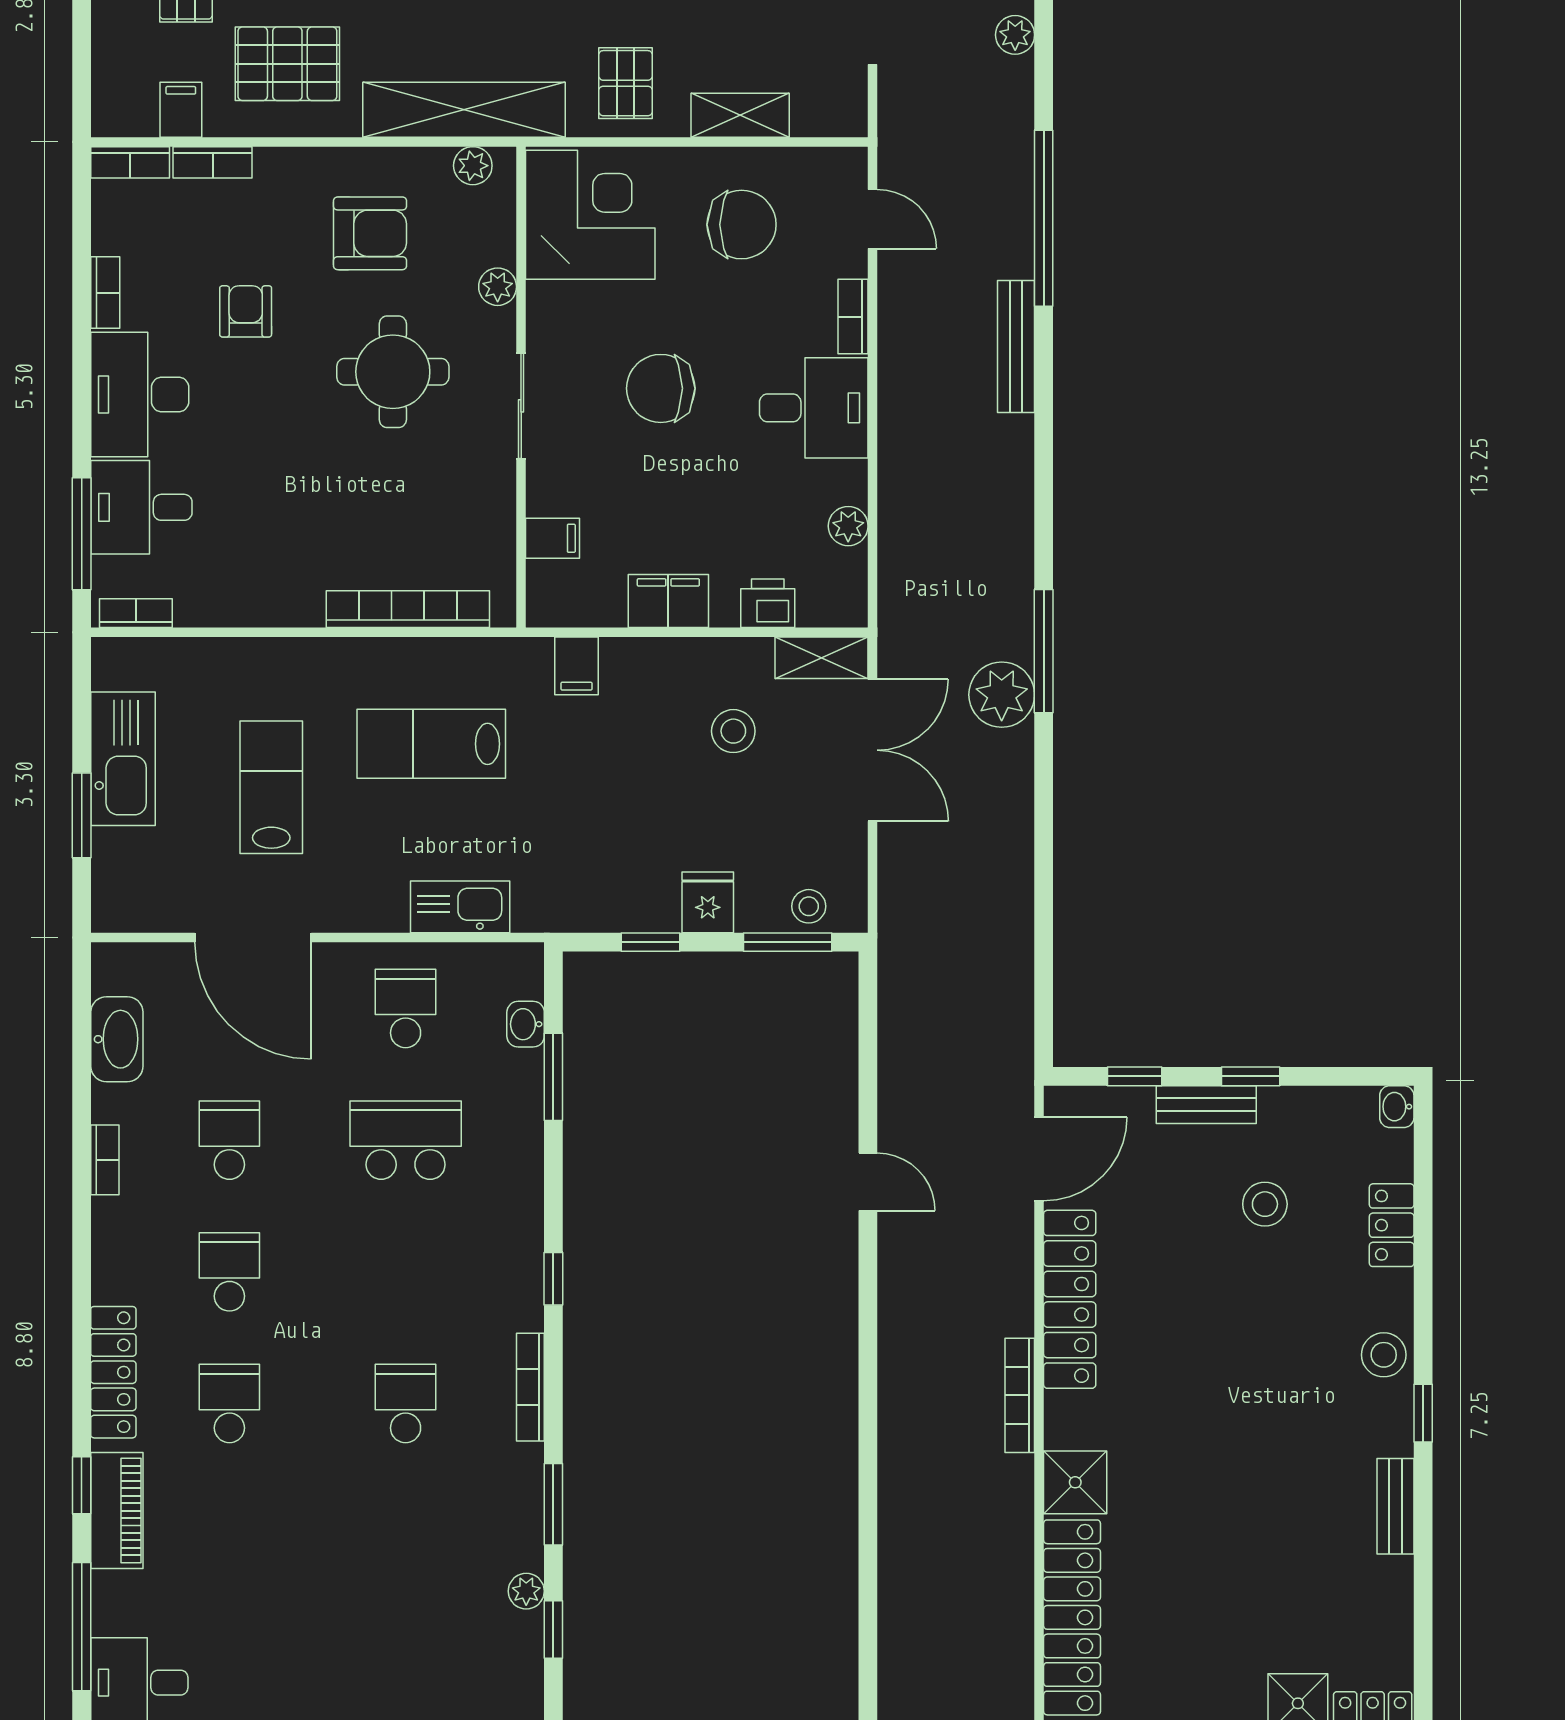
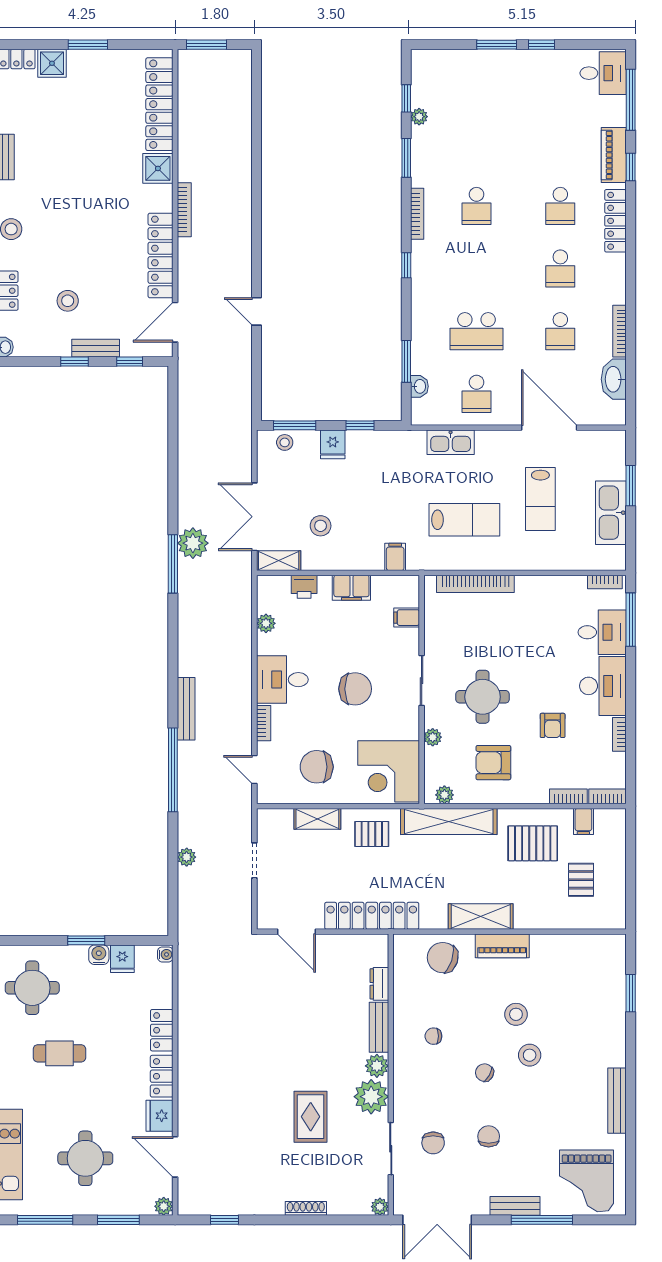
pallet: (626, 83) -> (372, 834), turned 90
bookcase: (105, 1160) -> (620, 331), width x1.56

